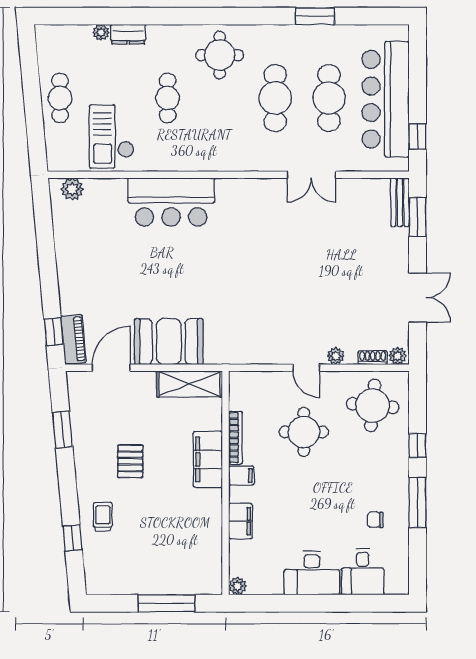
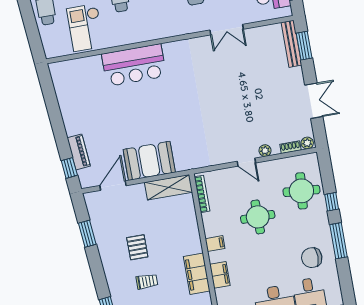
plant: (72, 189) -> (65, 68), removed
bench: (400, 202) -> (291, 44), width x1.36
piano: (74, 339) -> (79, 152), moved
round table: (373, 405) -> (301, 191), moved
round table: (304, 432) -> (258, 217), moved
bookcase: (235, 438) -> (202, 194), moved
filing cabinet: (208, 459) -> (197, 274), moved
trolley: (103, 517) -> (147, 281), moved, turned 90
chair: (375, 520) -> (312, 258), width x1.87, depth x1.87

